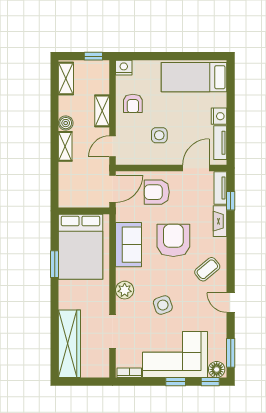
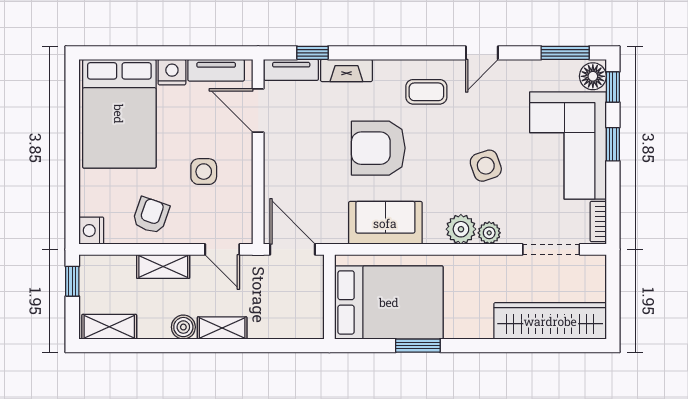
bed: (194, 77) -> (119, 114), width x1.50
armchair: (133, 103) -> (151, 215), turned -71
armchair: (157, 192) -> (298, 176), removed
coffee table: (207, 269) -> (426, 92), turned -50
plant: (122, 307) -> (489, 233), added
doorway: (112, 331) -> (551, 249), moved

